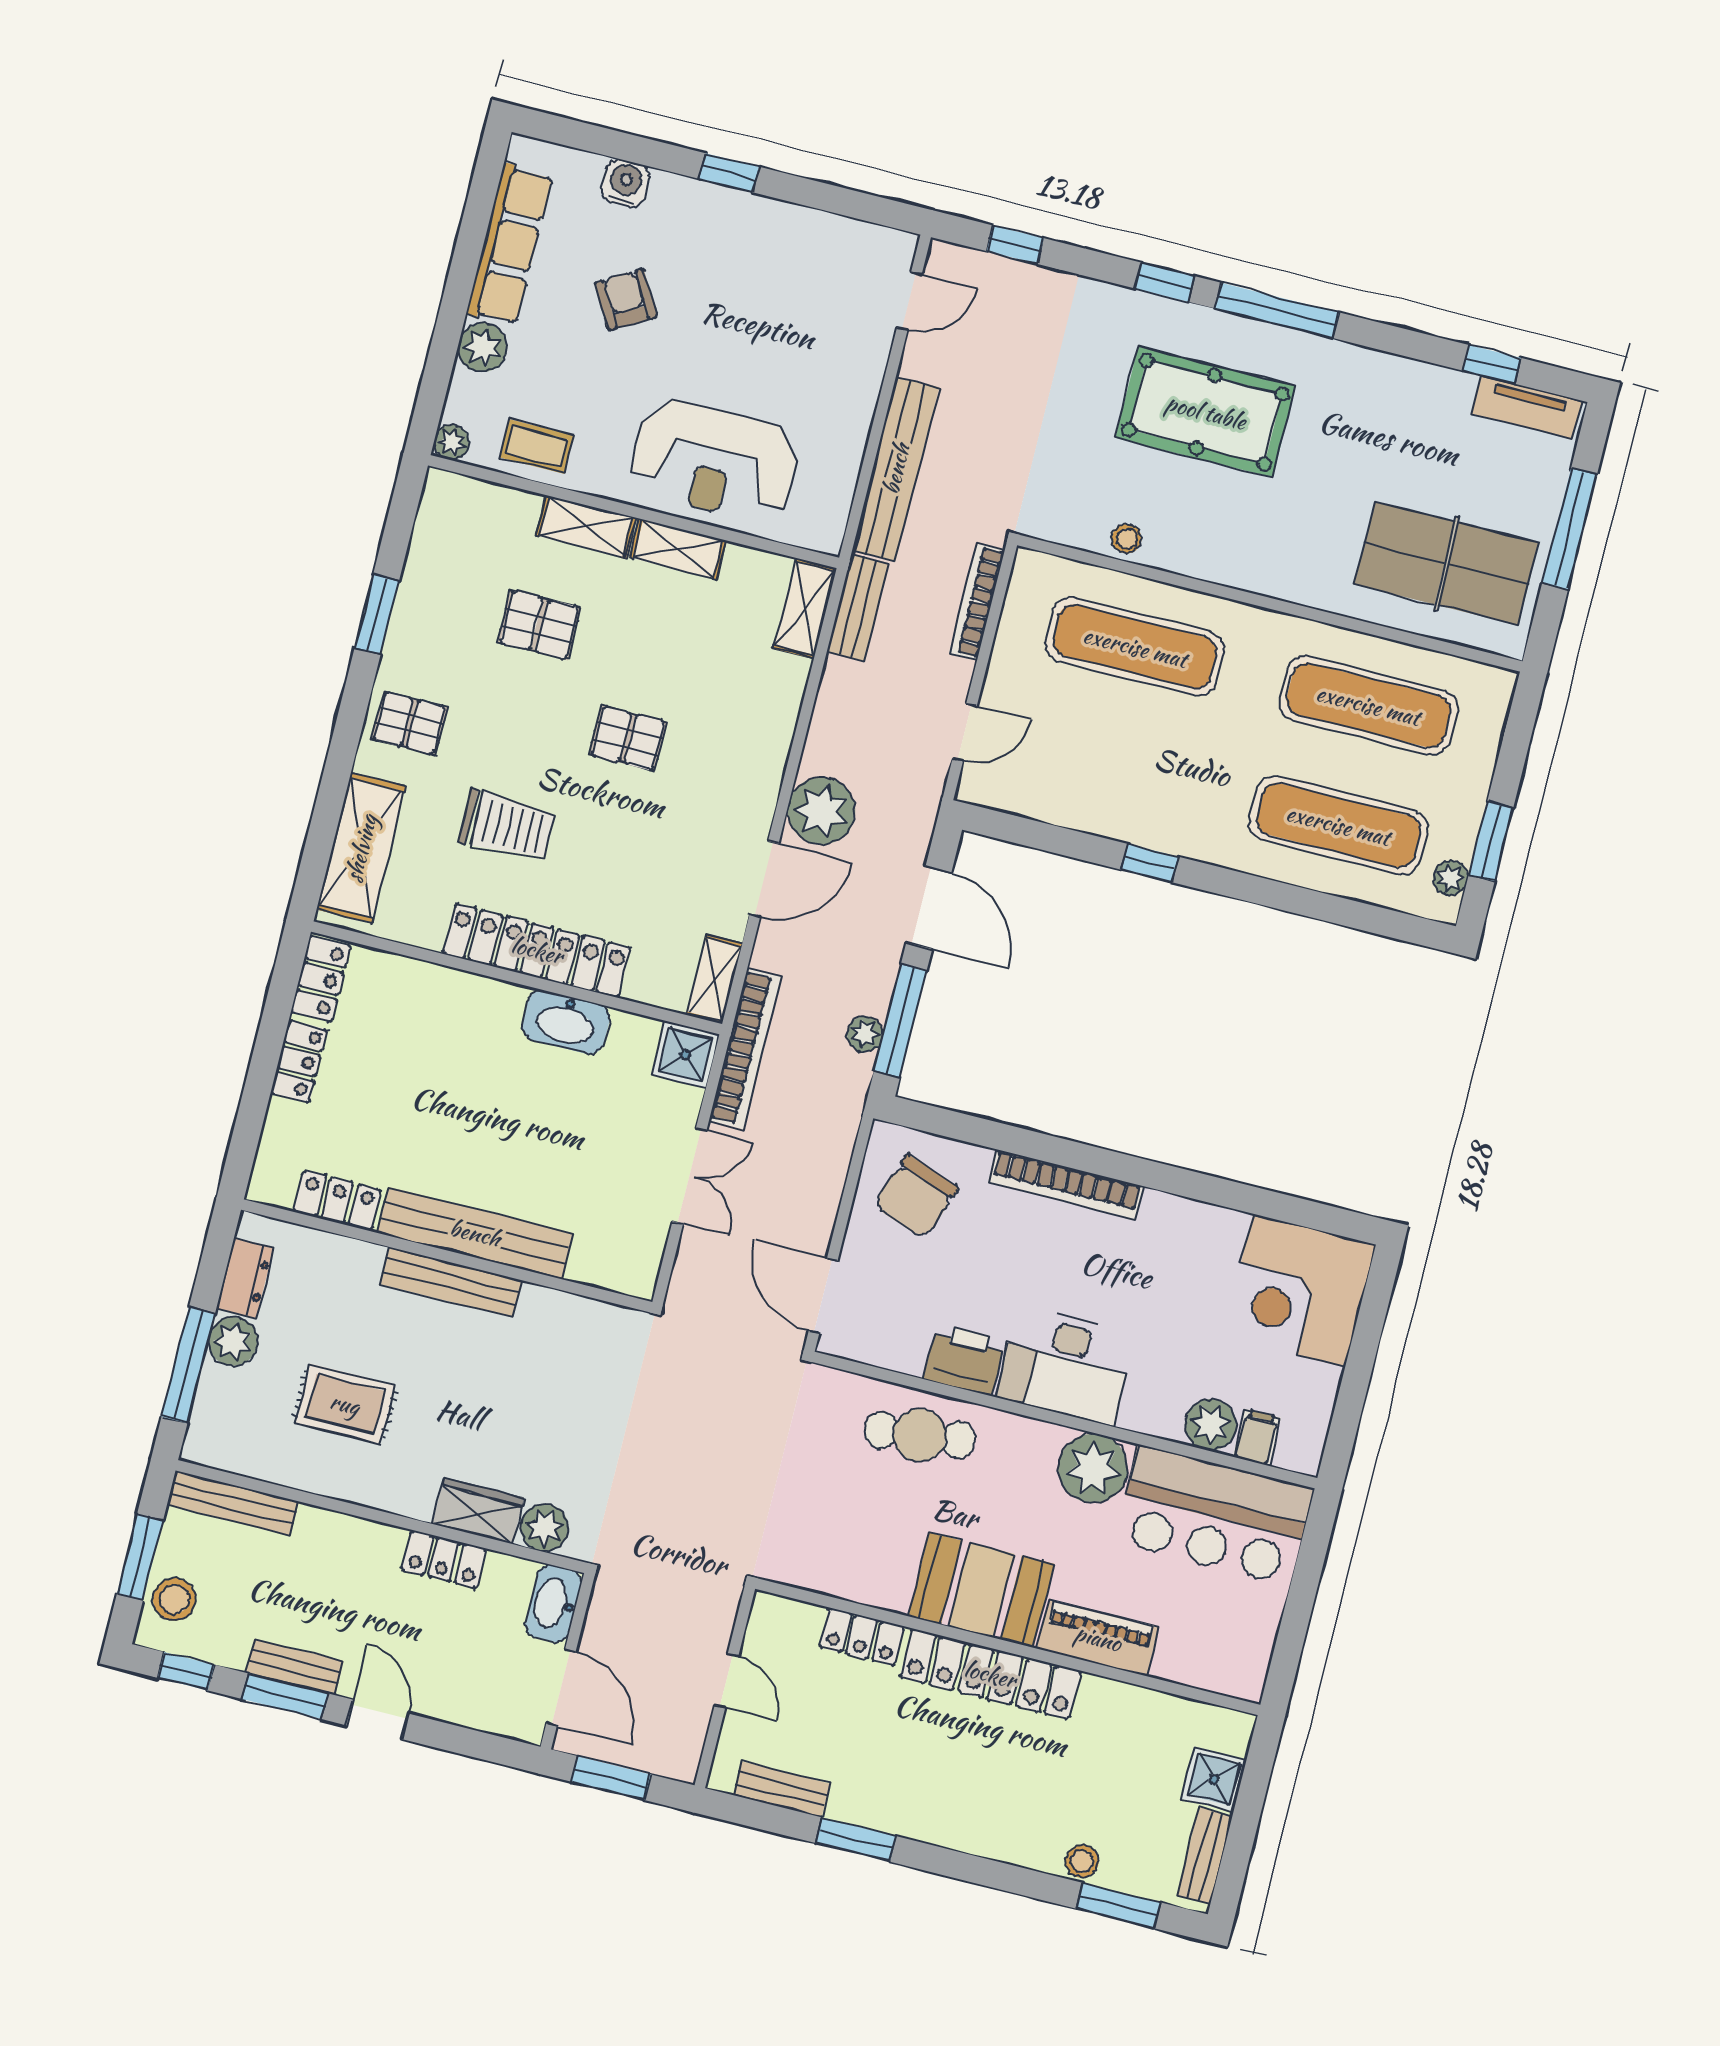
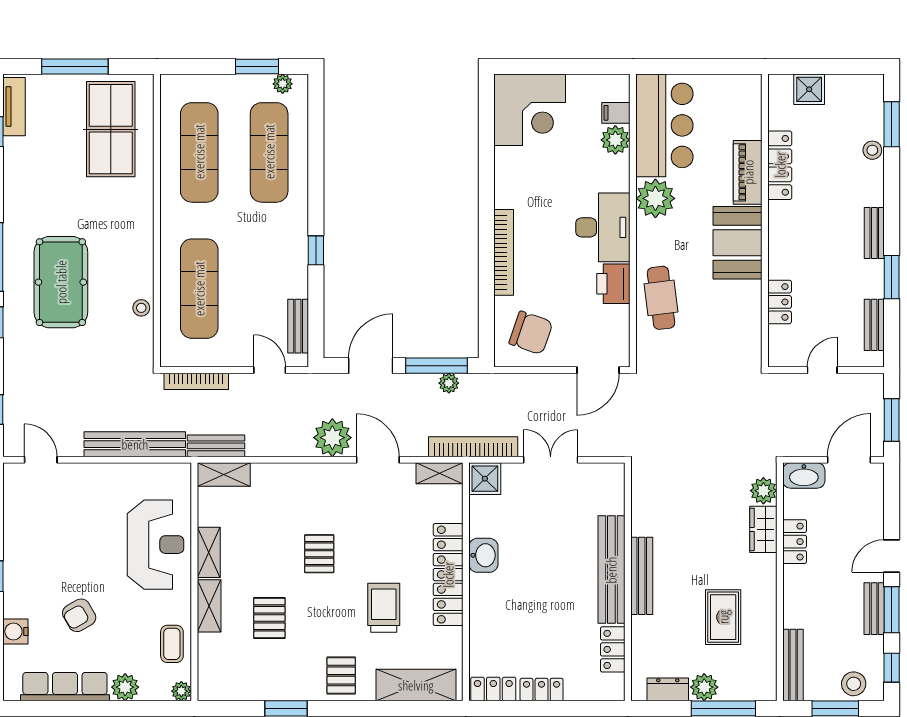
bench: (1028, 800) -> (298, 326), added
washbasin: (566, 1022) -> (483, 555), width x0.72
locker: (990, 1674) -> (780, 165), moved, width x0.71, depth x0.83
bench: (1205, 1855) -> (874, 233), moved, turned 90

